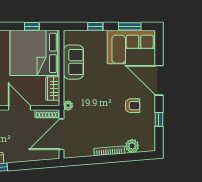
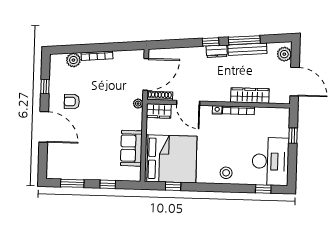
corner sofa: (131, 47) -> (71, 162), removed
wardrobe: (53, 88) -> (159, 111), moved, turned 90

